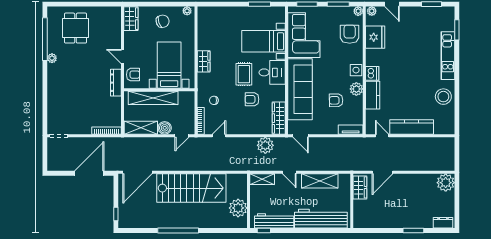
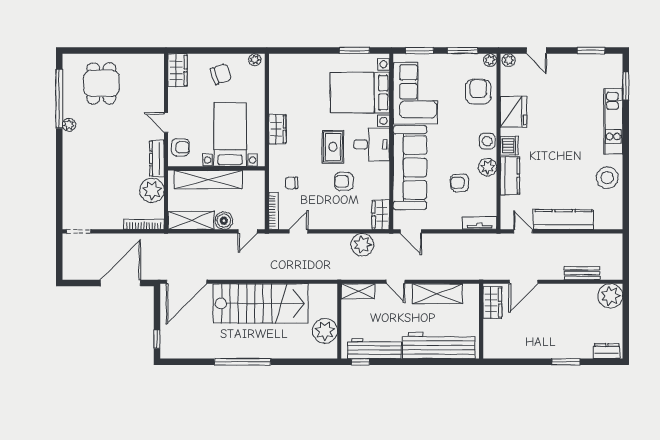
fridge: (375, 37) -> (513, 112), moved
bed with nightstands: (263, 41) -> (360, 93), width x1.36
plant: (112, 106) -> (152, 190), added
wardrobe: (279, 118) -> (381, 215), width x0.67
bench: (425, 166) -> (582, 273), added

